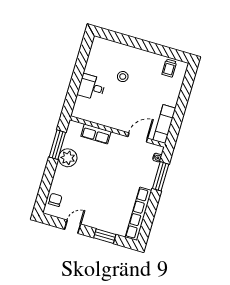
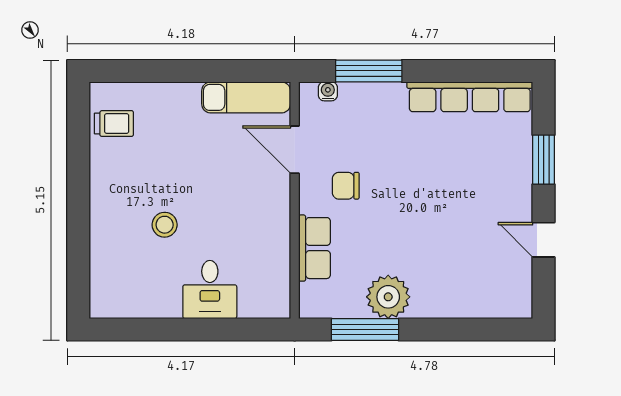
chair: (55, 200) -> (346, 186), moved

